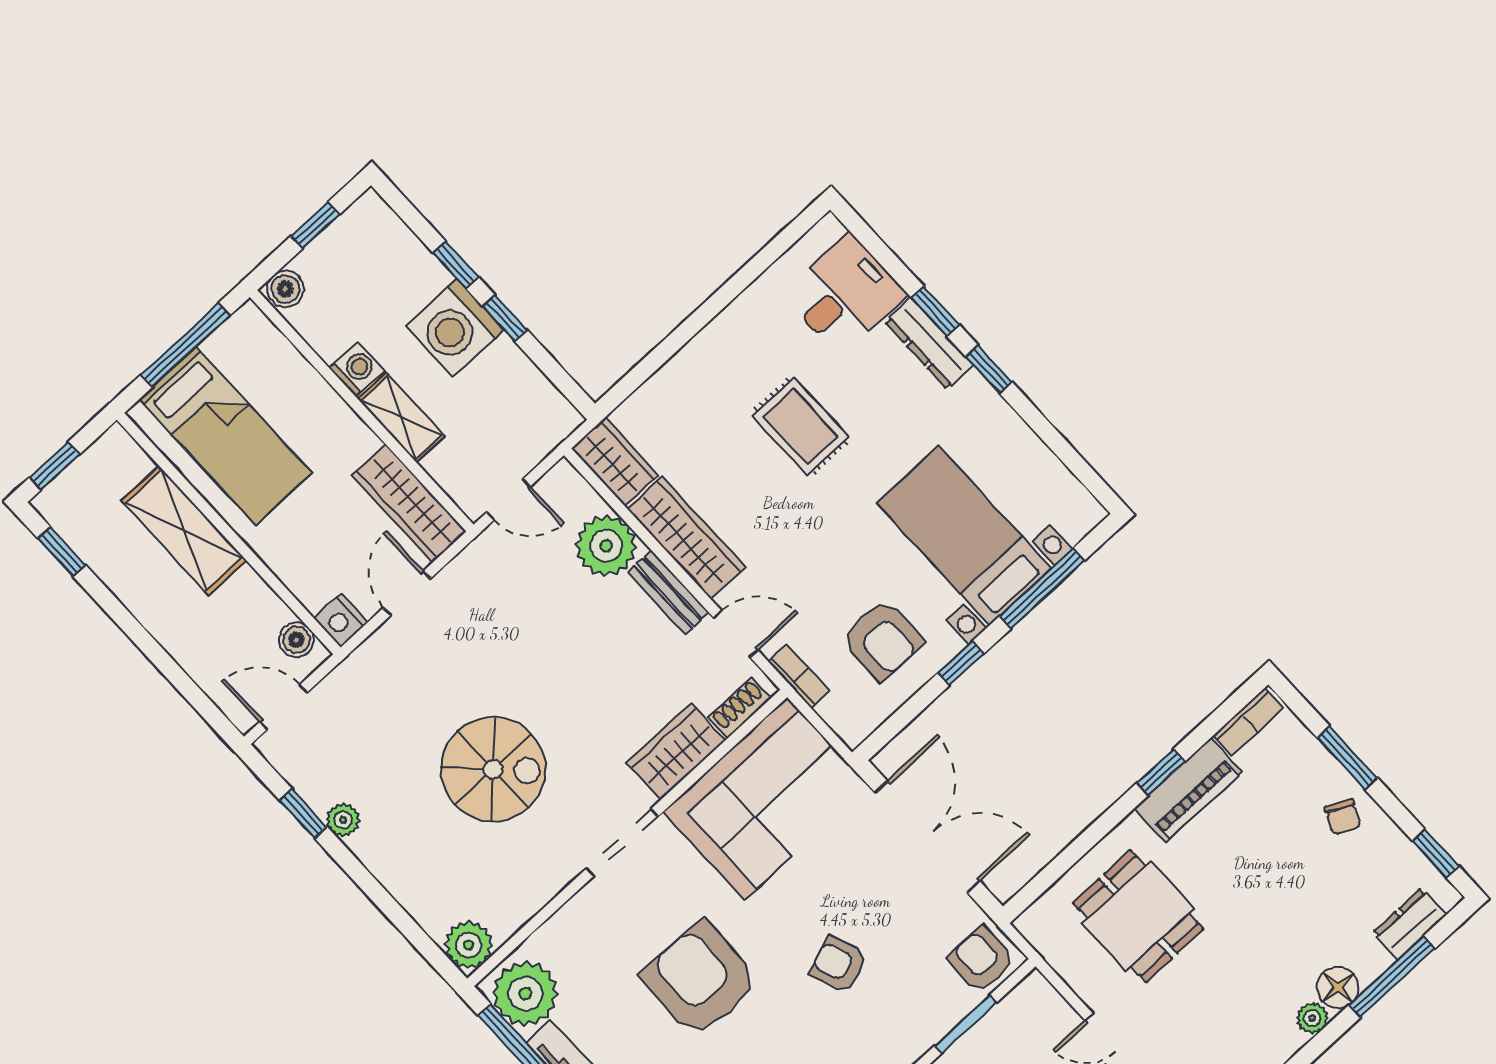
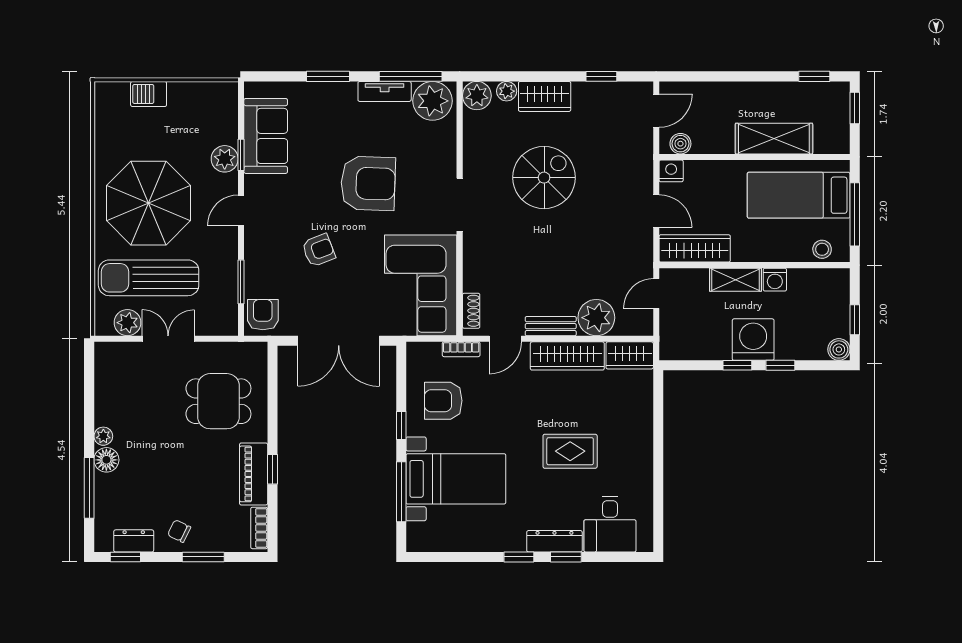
boiler: (285, 289) -> (839, 349), moved
stool: (266, 346) -> (822, 249), added
wardrobe: (676, 752) -> (545, 96), moved, turned 90
spiral stairs: (493, 769) -> (544, 178), turned 180
plant: (343, 820) -> (507, 91), moved
dresser: (1410, 924) -> (134, 541), moved, turned -90
armchair: (981, 960) -> (263, 315), turned -90

